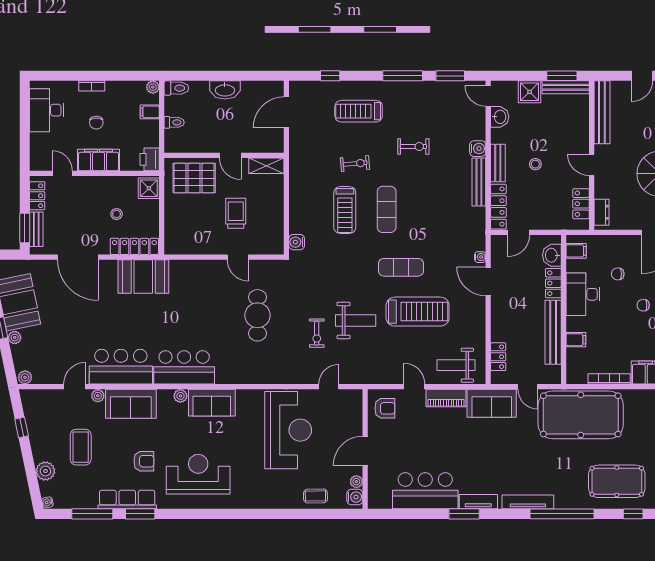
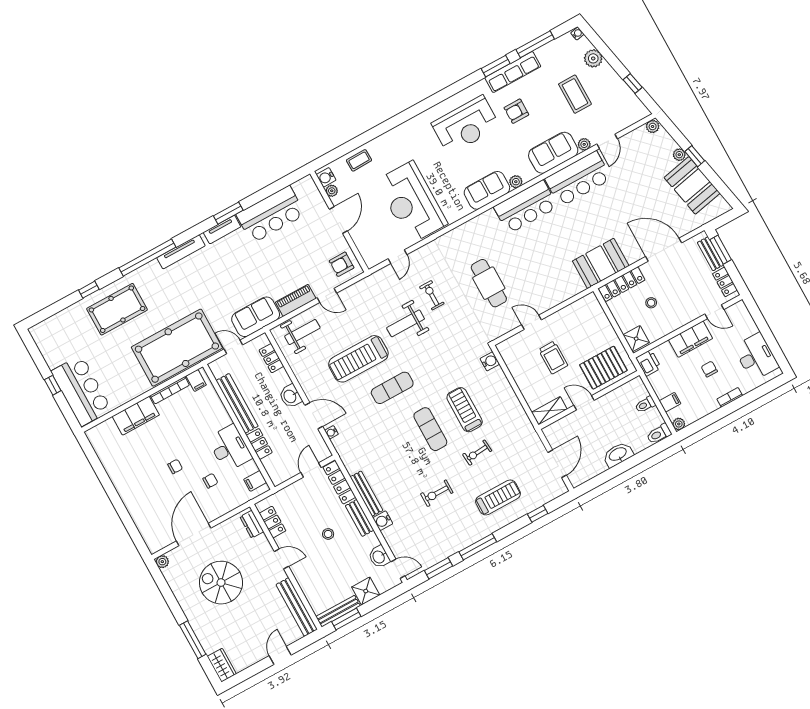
washbasin: (552, 255) -> (290, 396), moved, turned 180
filing cabinet: (576, 340) -> (196, 380), moved, turned -90

